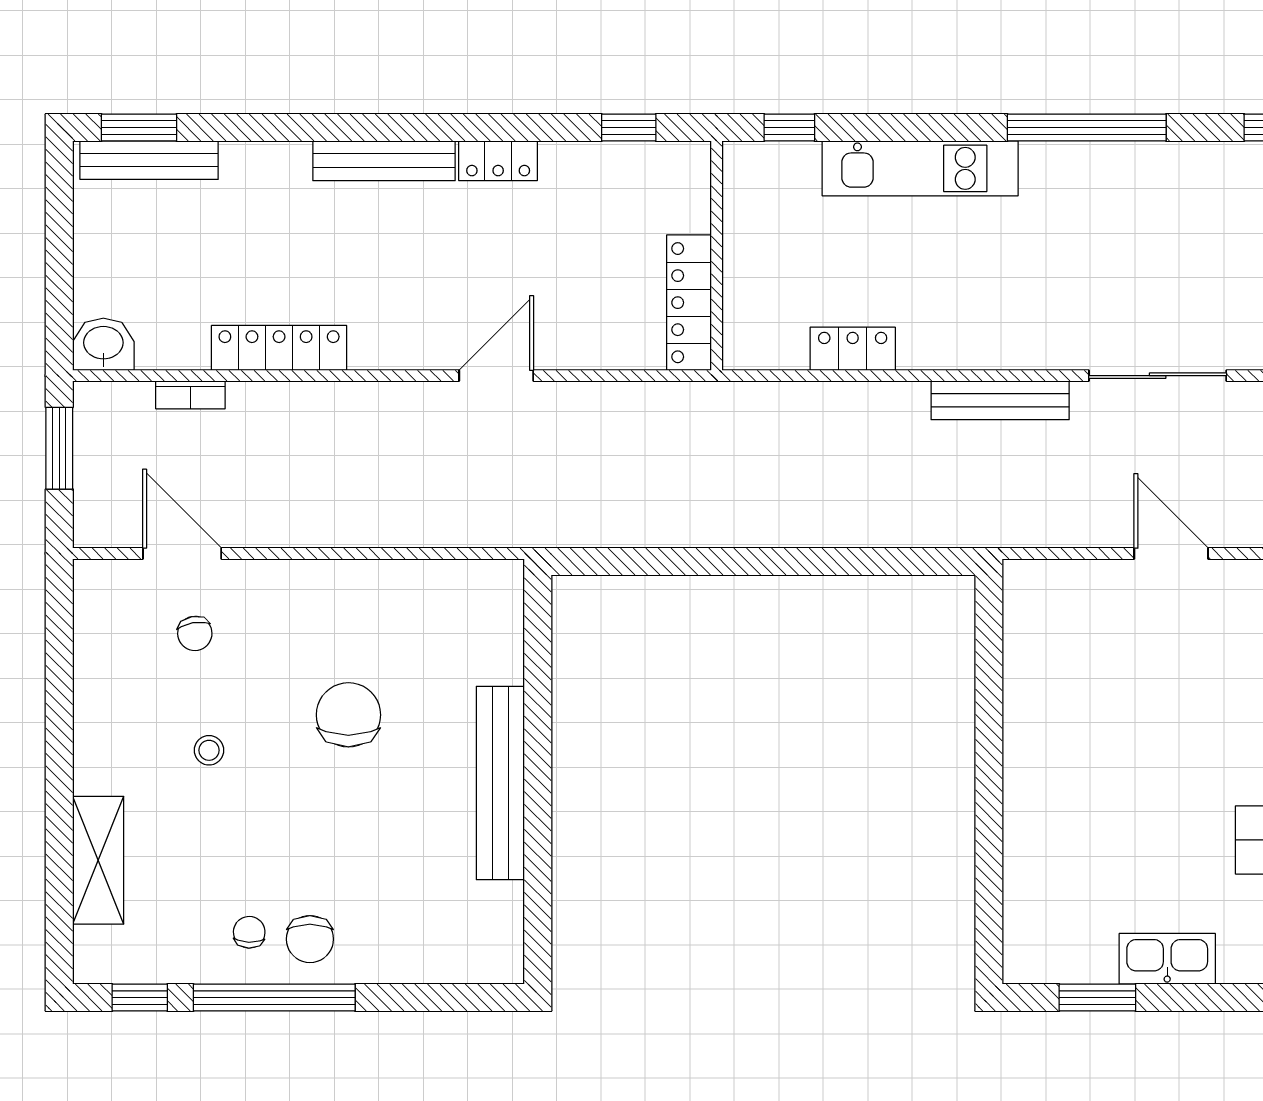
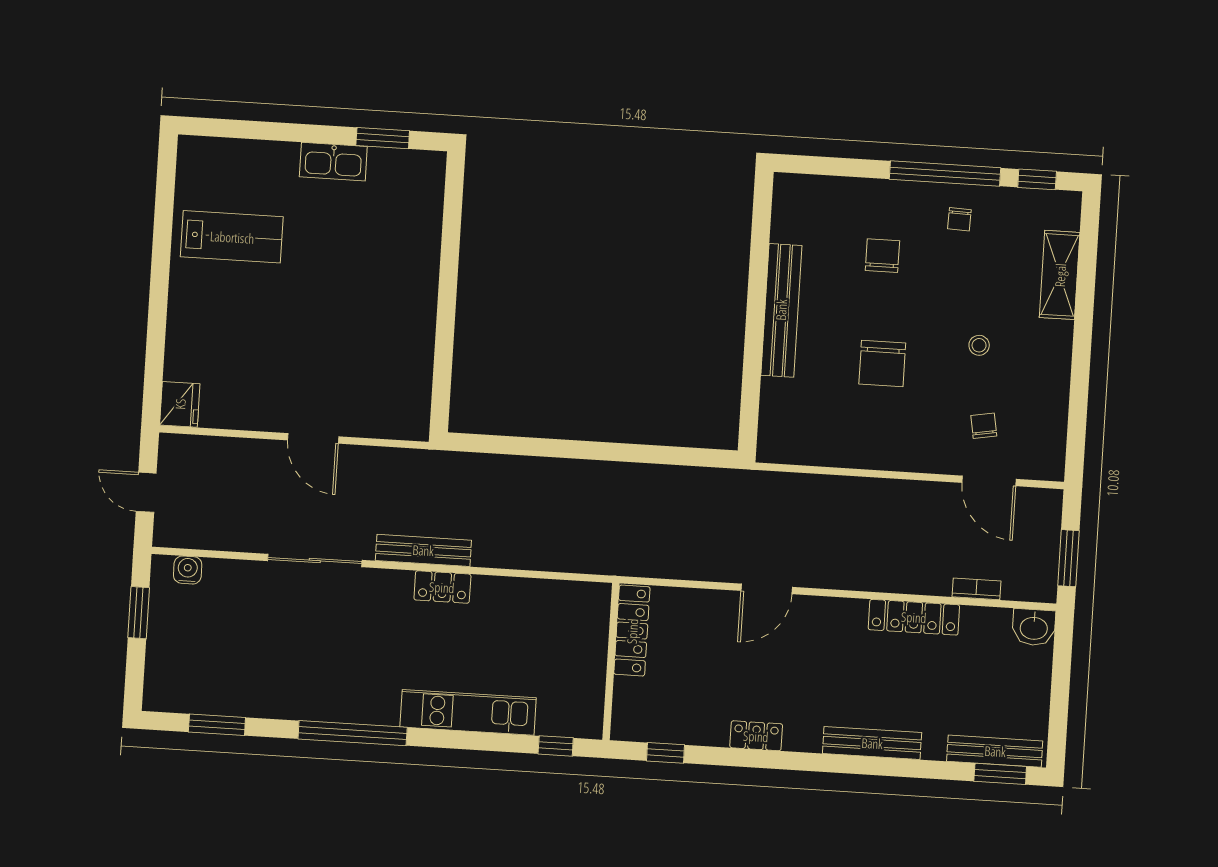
bench: (384, 161) -> (872, 743), moved
locker: (853, 349) -> (442, 587), moved
chair: (310, 939) -> (882, 256), moved

